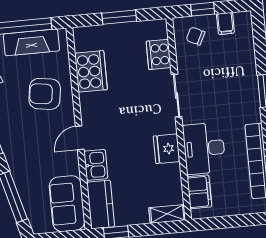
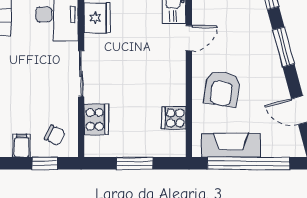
cooker: (91, 71) -> (174, 118), width x0.53, depth x0.76
armchair: (45, 94) -> (222, 89), turned 91

